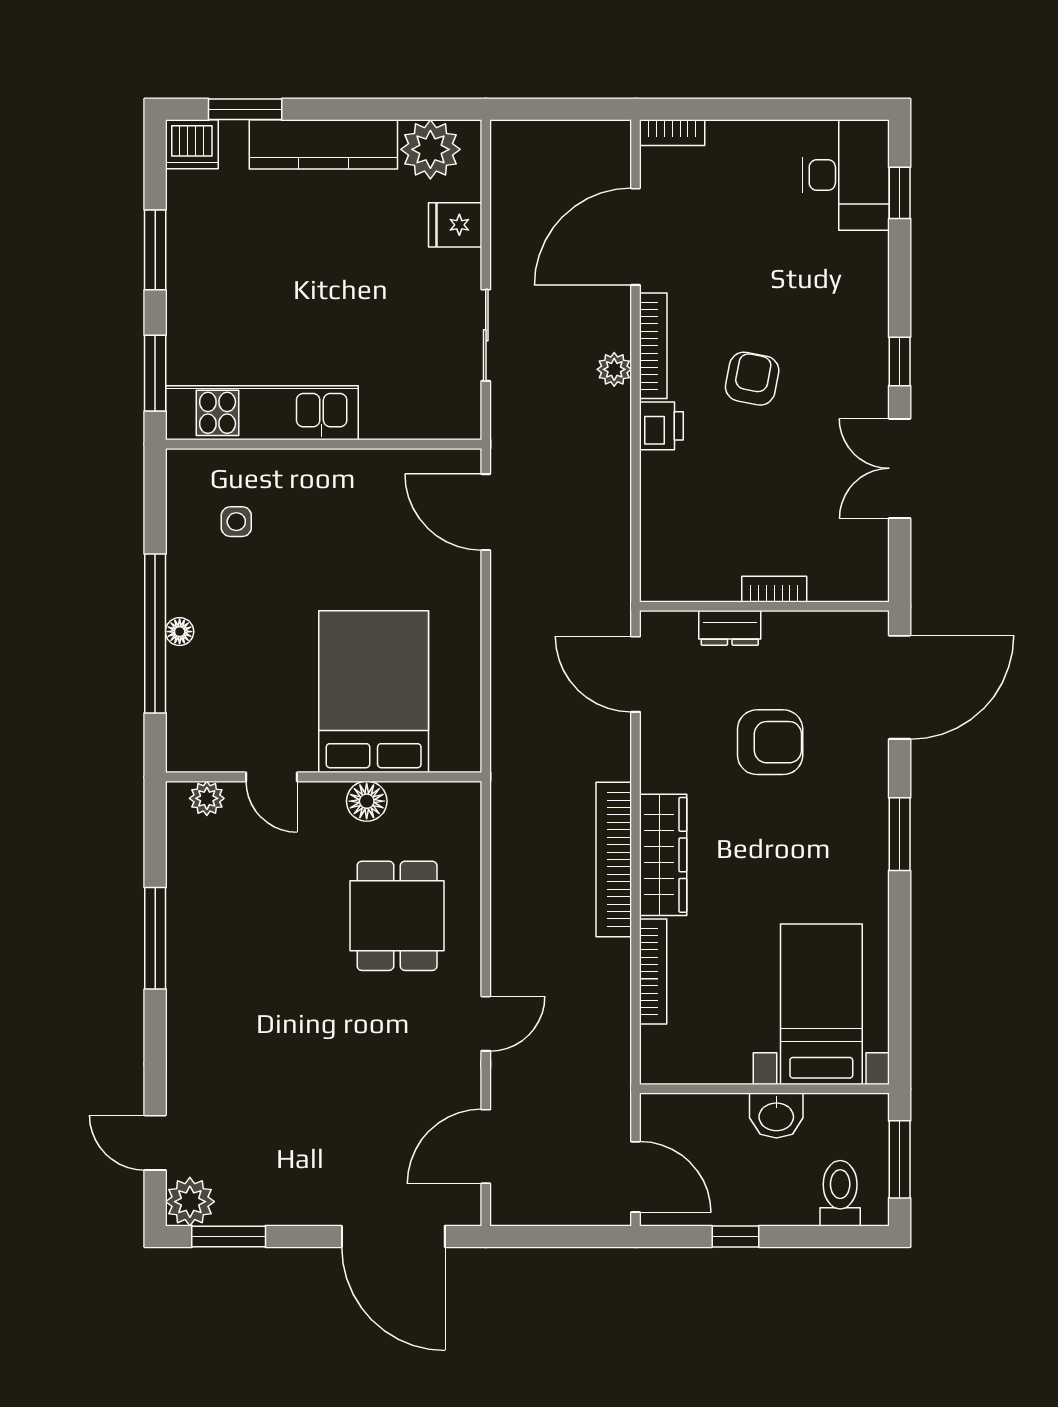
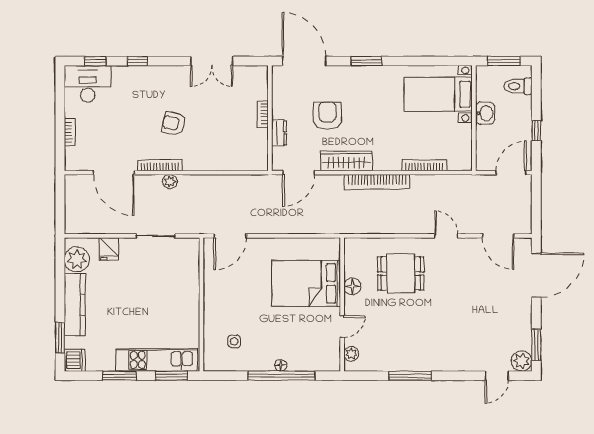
bookcase: (672, 133) -> (70, 132), moved
window: (900, 361) -> (137, 61), moved
kitchen unit: (262, 413) -> (156, 360), moved, turned 90
printer: (661, 426) -> (194, 162), removed
wardrobe: (663, 855) -> (346, 161), moved

